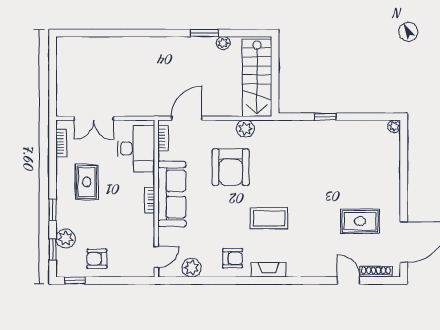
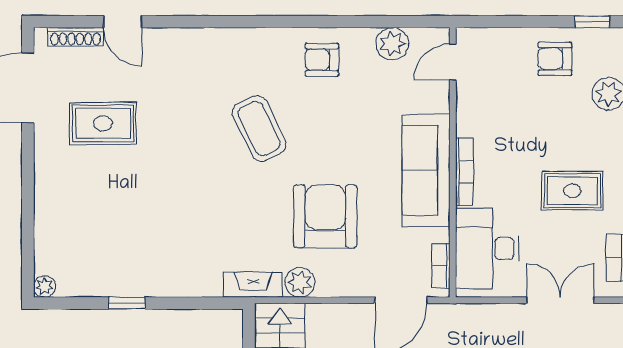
window: (325, 117) -> (127, 303), moved
rug: (87, 182) -> (572, 191), turned 90
bookcase: (150, 200) -> (464, 172), width x1.56
coffee table: (269, 218) -> (259, 129), turned 64
armchair: (97, 259) -> (555, 59), turned 180
fireplace: (268, 270) -> (253, 285), moved, turned 180

